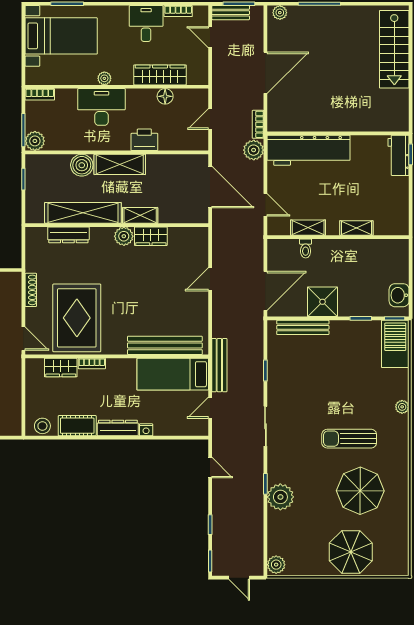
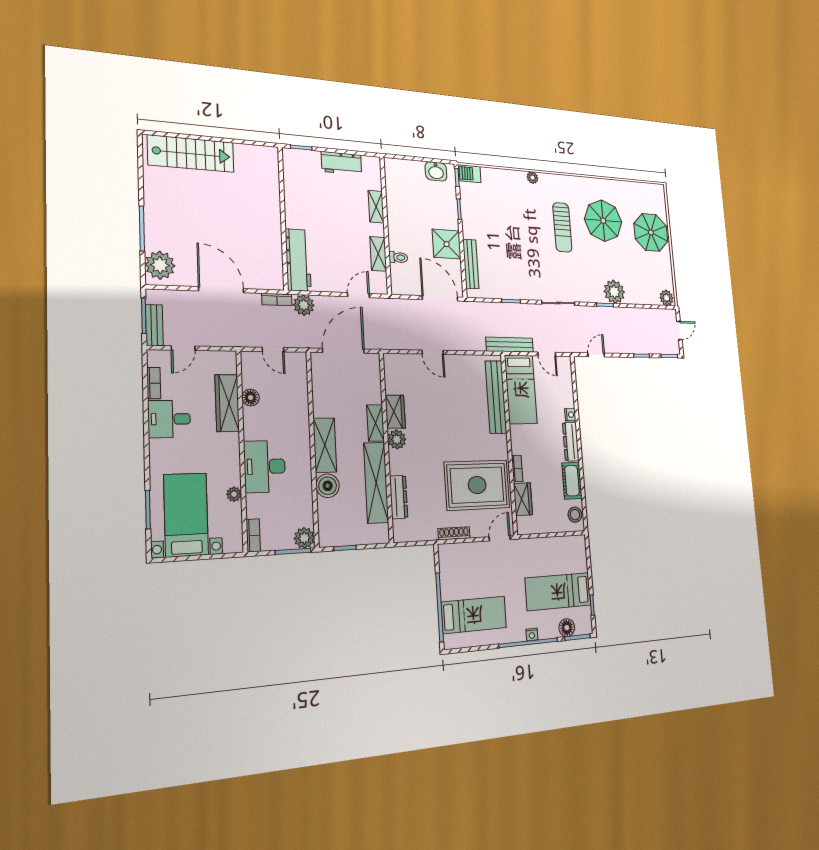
plant: (280, 13) -> (160, 265), width x1.88, depth x1.88
plant: (104, 78) -> (234, 494), moved
printer: (144, 140) -> (298, 419), removed
workbench: (309, 150) -> (298, 260), width x0.73, depth x0.76
workbench: (398, 155) -> (342, 163), moved
barbecue: (395, 344) -> (469, 174), width x0.53, depth x0.65

